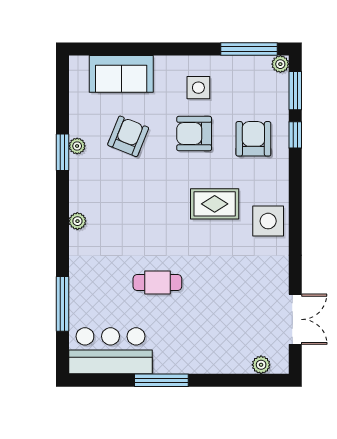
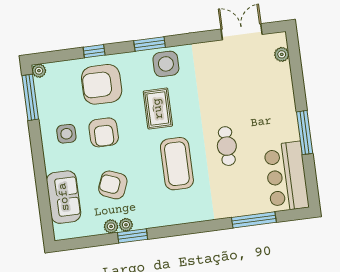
window: (295, 91) -> (150, 44), moved
armchair: (253, 139) -> (102, 84), width x1.36, depth x1.36
coffee table: (144, 218) -> (177, 164), added
plant: (77, 221) -> (111, 226), moved

